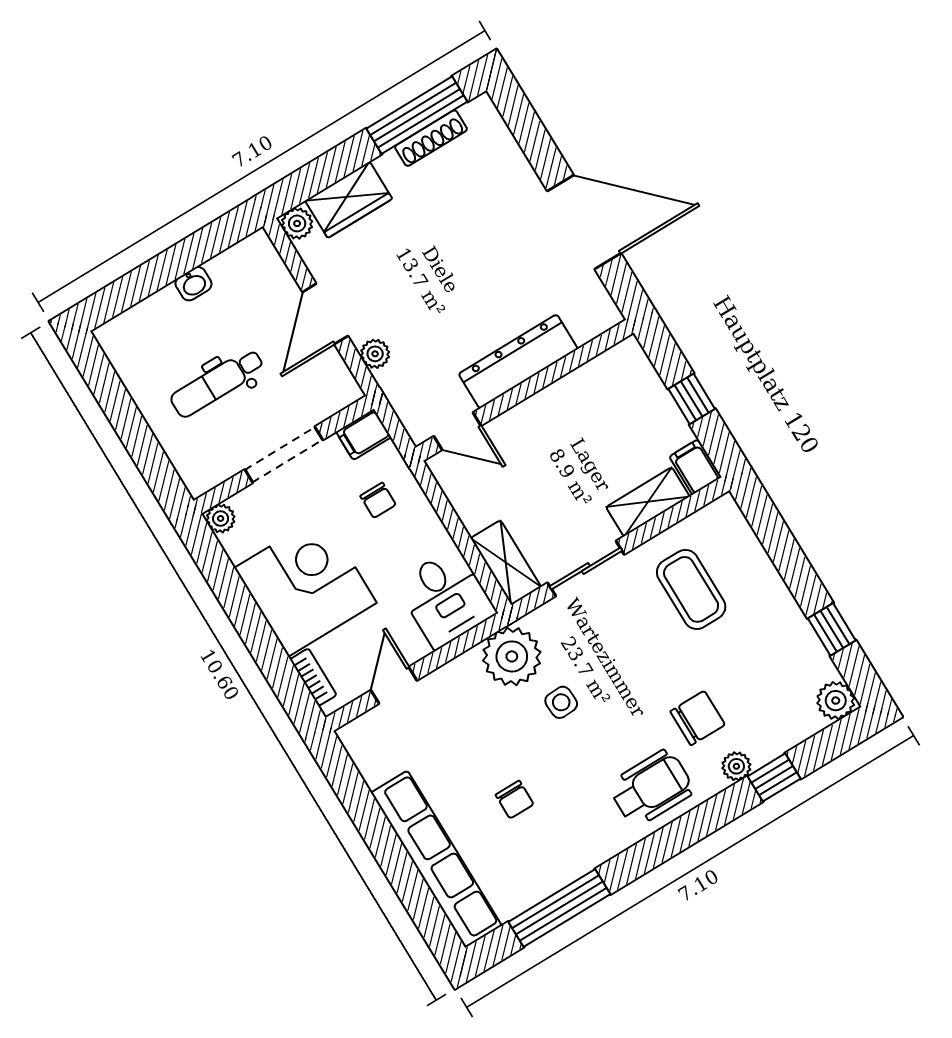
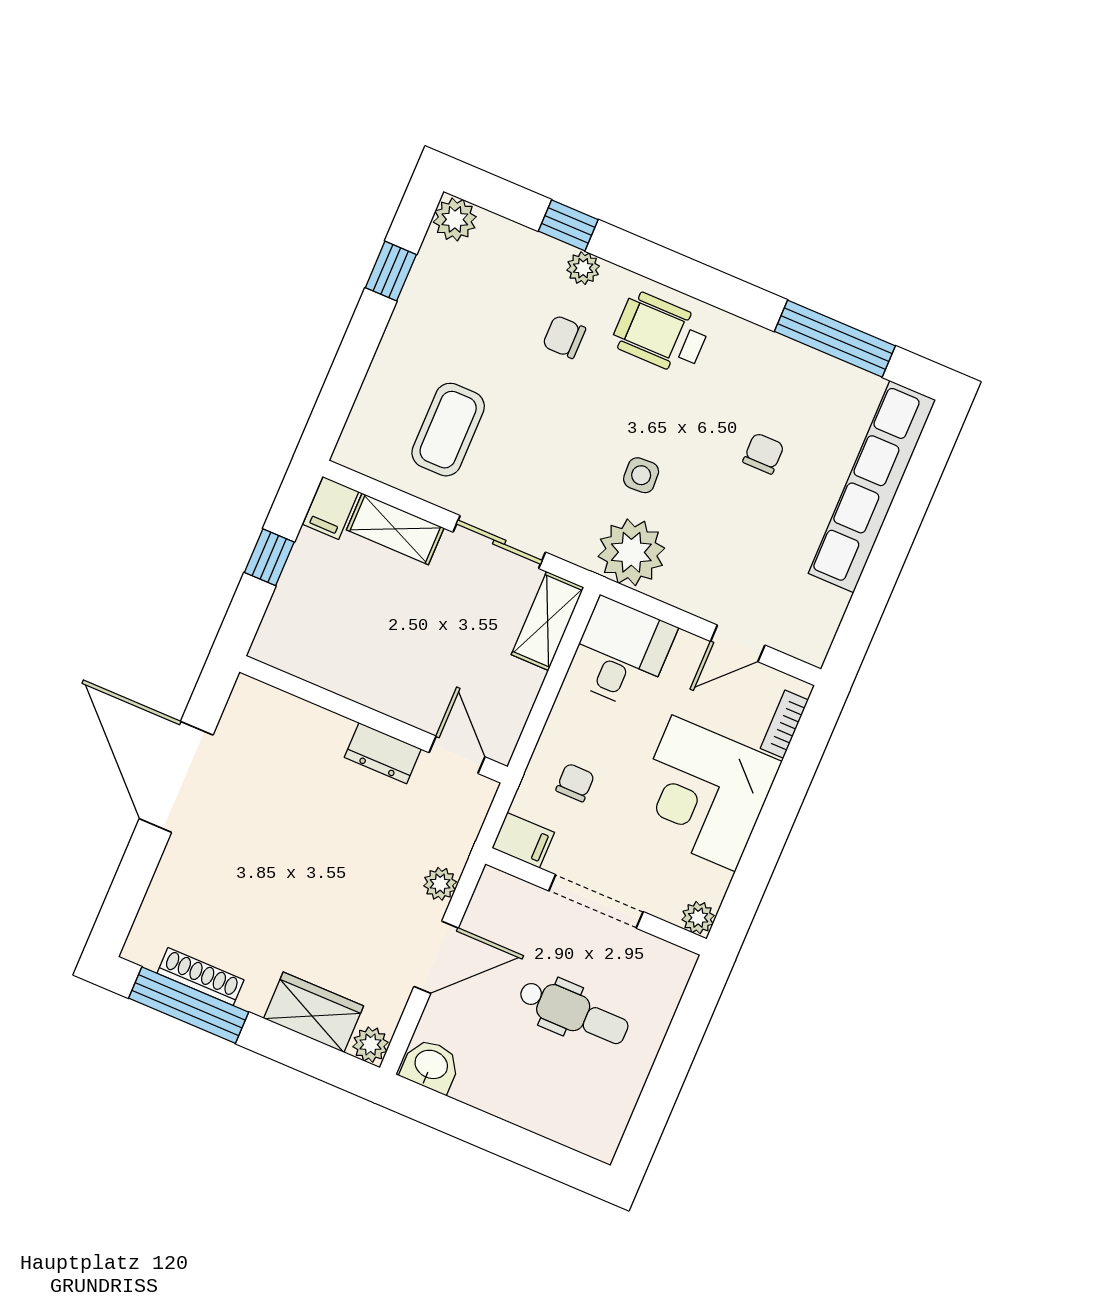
washbasin: (193, 284) -> (431, 1066), moved, width x1.38, depth x1.45
dresser: (518, 361) -> (383, 753), width x0.51, depth x0.80
chair: (698, 718) -> (564, 337), width x0.73, depth x0.73

